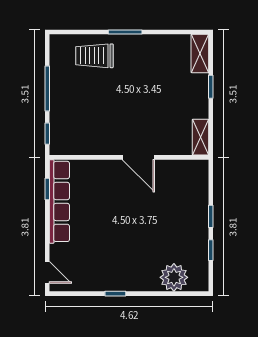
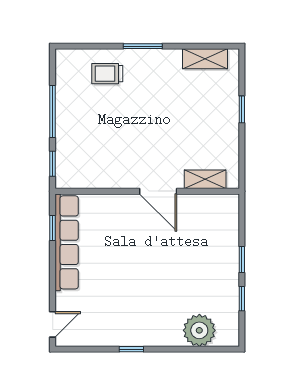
shelving: (200, 53) -> (205, 59), moved, turned 90
trolley: (94, 56) -> (107, 74), width x0.73, depth x0.72
shelving: (200, 137) -> (205, 179), moved, turned 90
door: (47, 272) -> (53, 324), hinge flipped

